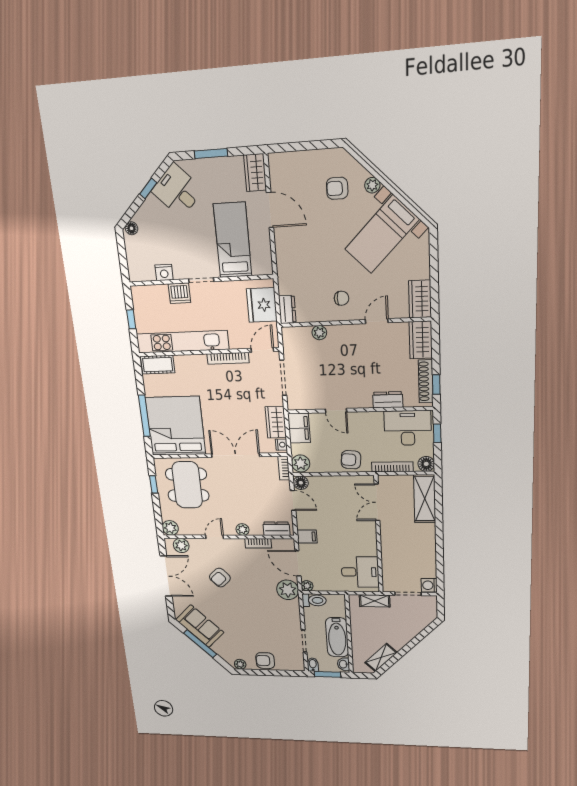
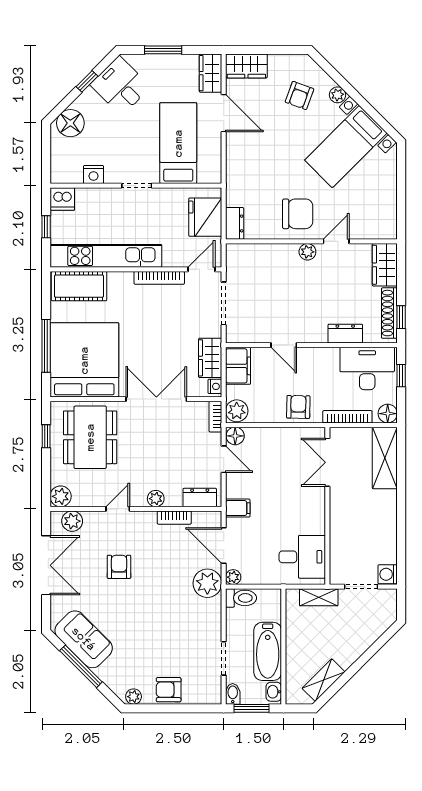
armchair: (337, 188) -> (299, 95), turned -70
floor lamp: (131, 228) -> (70, 123), width x1.89, depth x1.89
dishwasher: (179, 293) -> (62, 199), moved
chair: (342, 298) -> (298, 214), width x1.87, depth x1.87
wardrobe: (420, 299) -> (246, 66), moved, turned -90
plant: (319, 333) -> (307, 252), moved
cot: (158, 365) -> (79, 286), width x1.37, depth x1.34
armchair: (351, 460) -> (298, 407), turned 86
armchair: (220, 578) -> (119, 567), turned 133

